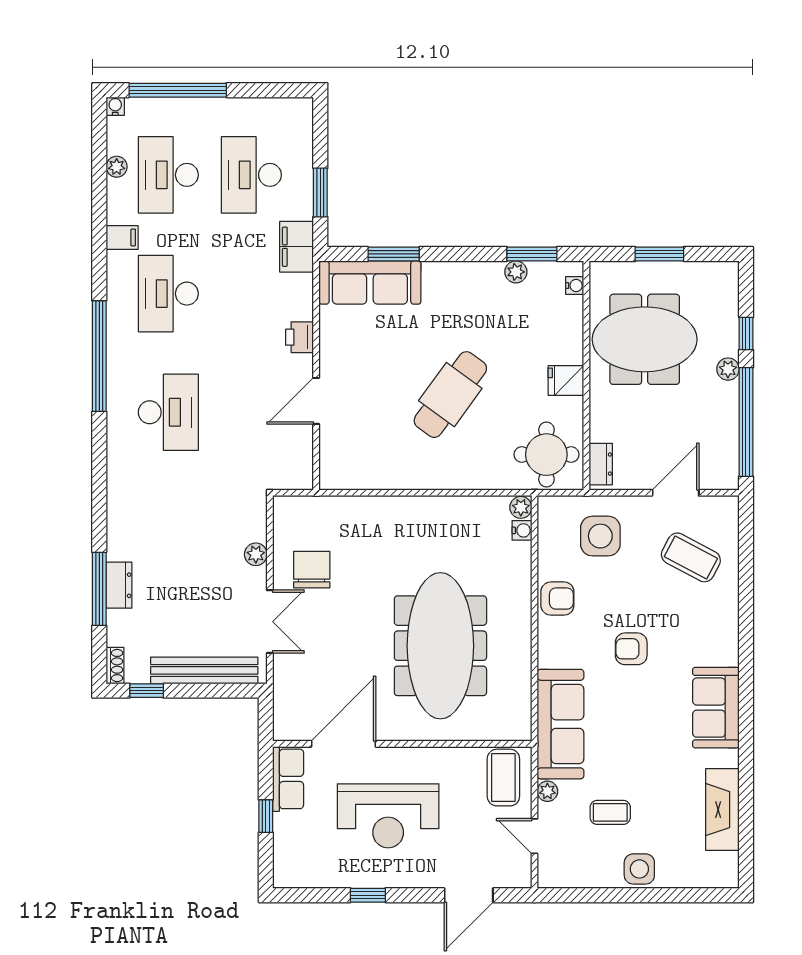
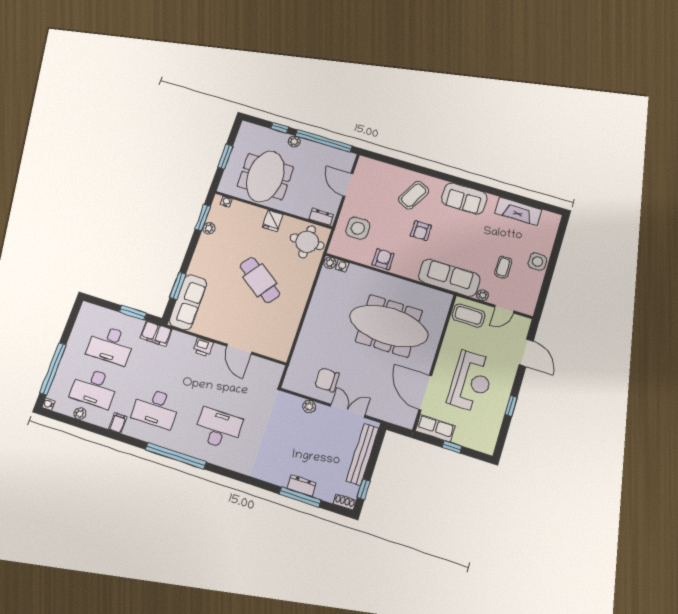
coffee table: (691, 557) -> (414, 195), moved

